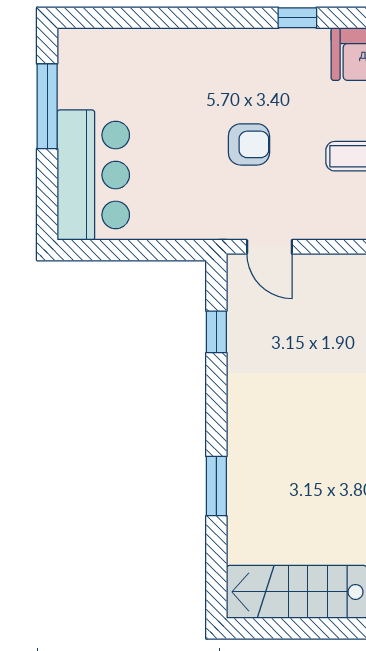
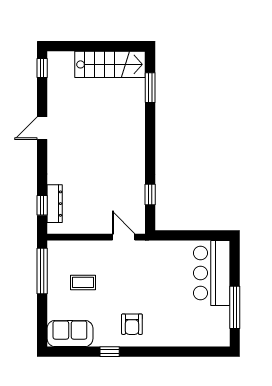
armchair: (249, 144) -> (132, 324), moved, turned -90
window: (216, 486) -> (150, 88), moved

